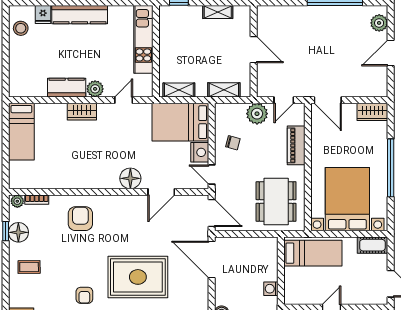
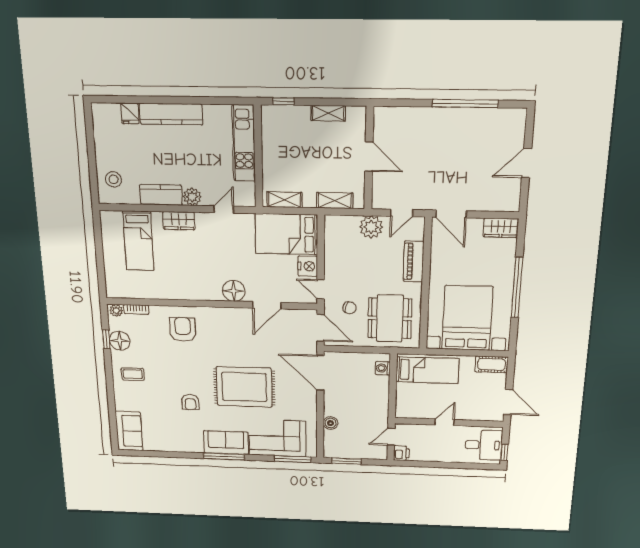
plant: (379, 23) -> (516, 128), removed
stool: (21, 28) -> (114, 179), moved
bed: (21, 132) -> (138, 241), moved
chair: (233, 143) -> (350, 308), moved
washing machine: (271, 289) -> (383, 368), moved

